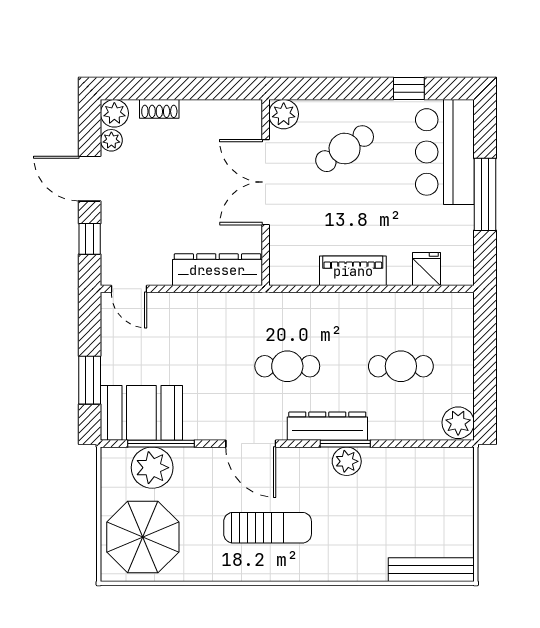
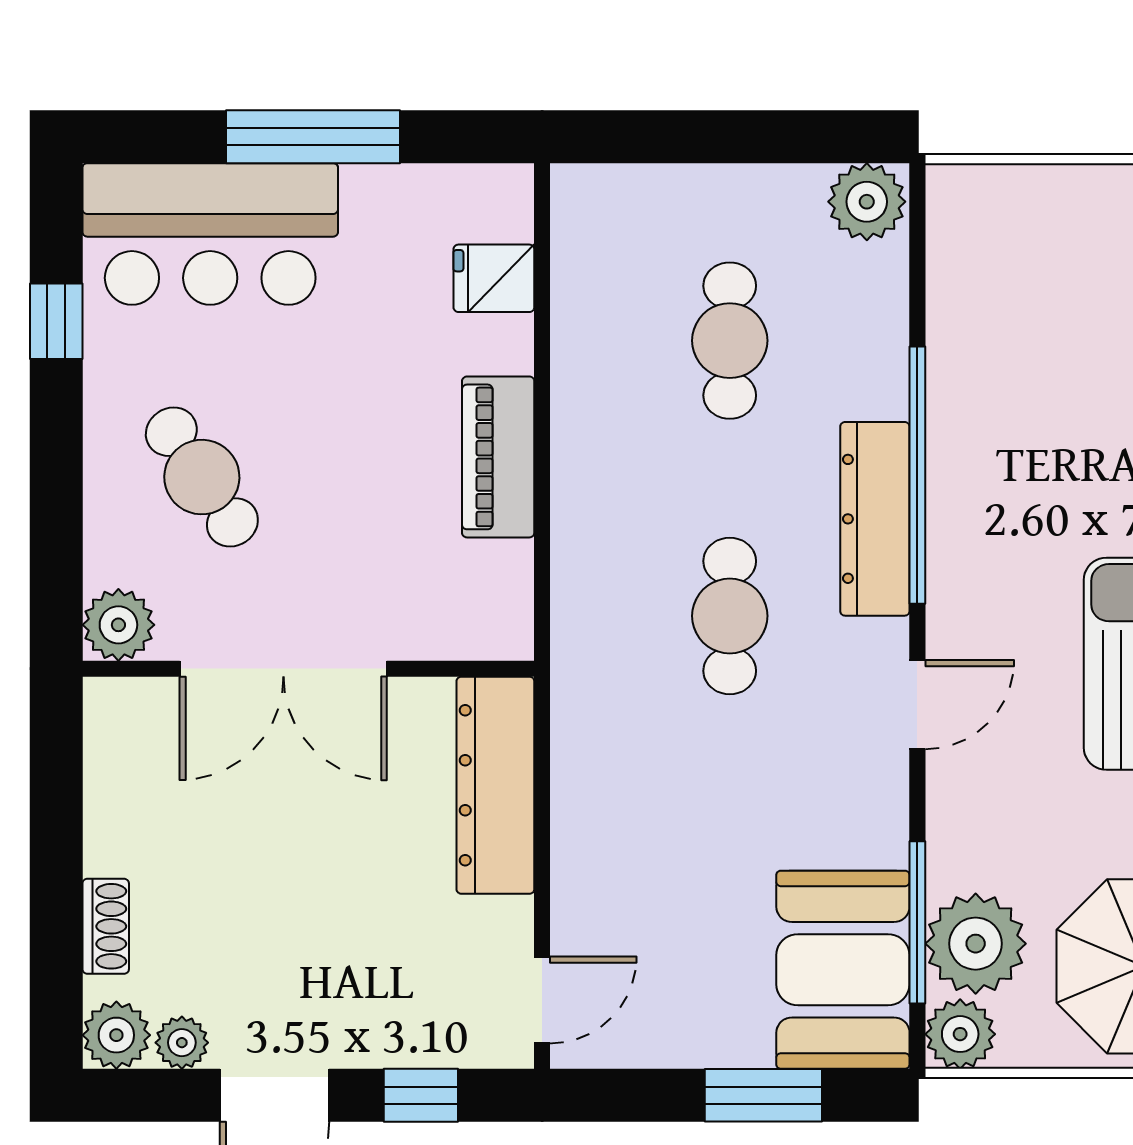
door: (251, 444) -> (917, 705), width x0.73
window: (345, 444) -> (917, 475), width x2.11
plant: (347, 461) -> (960, 1034), moved

